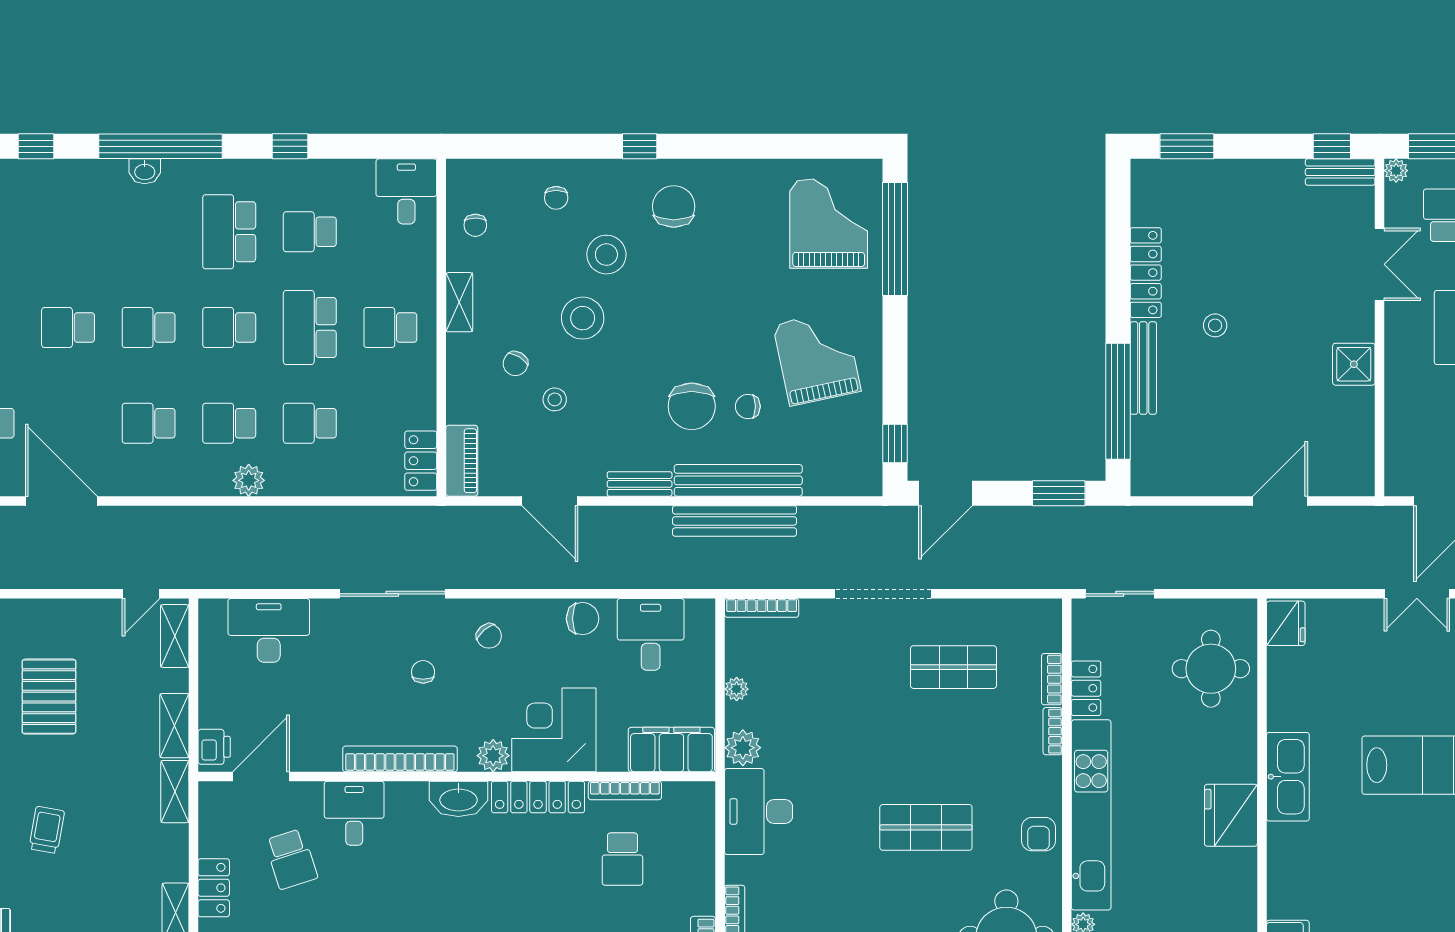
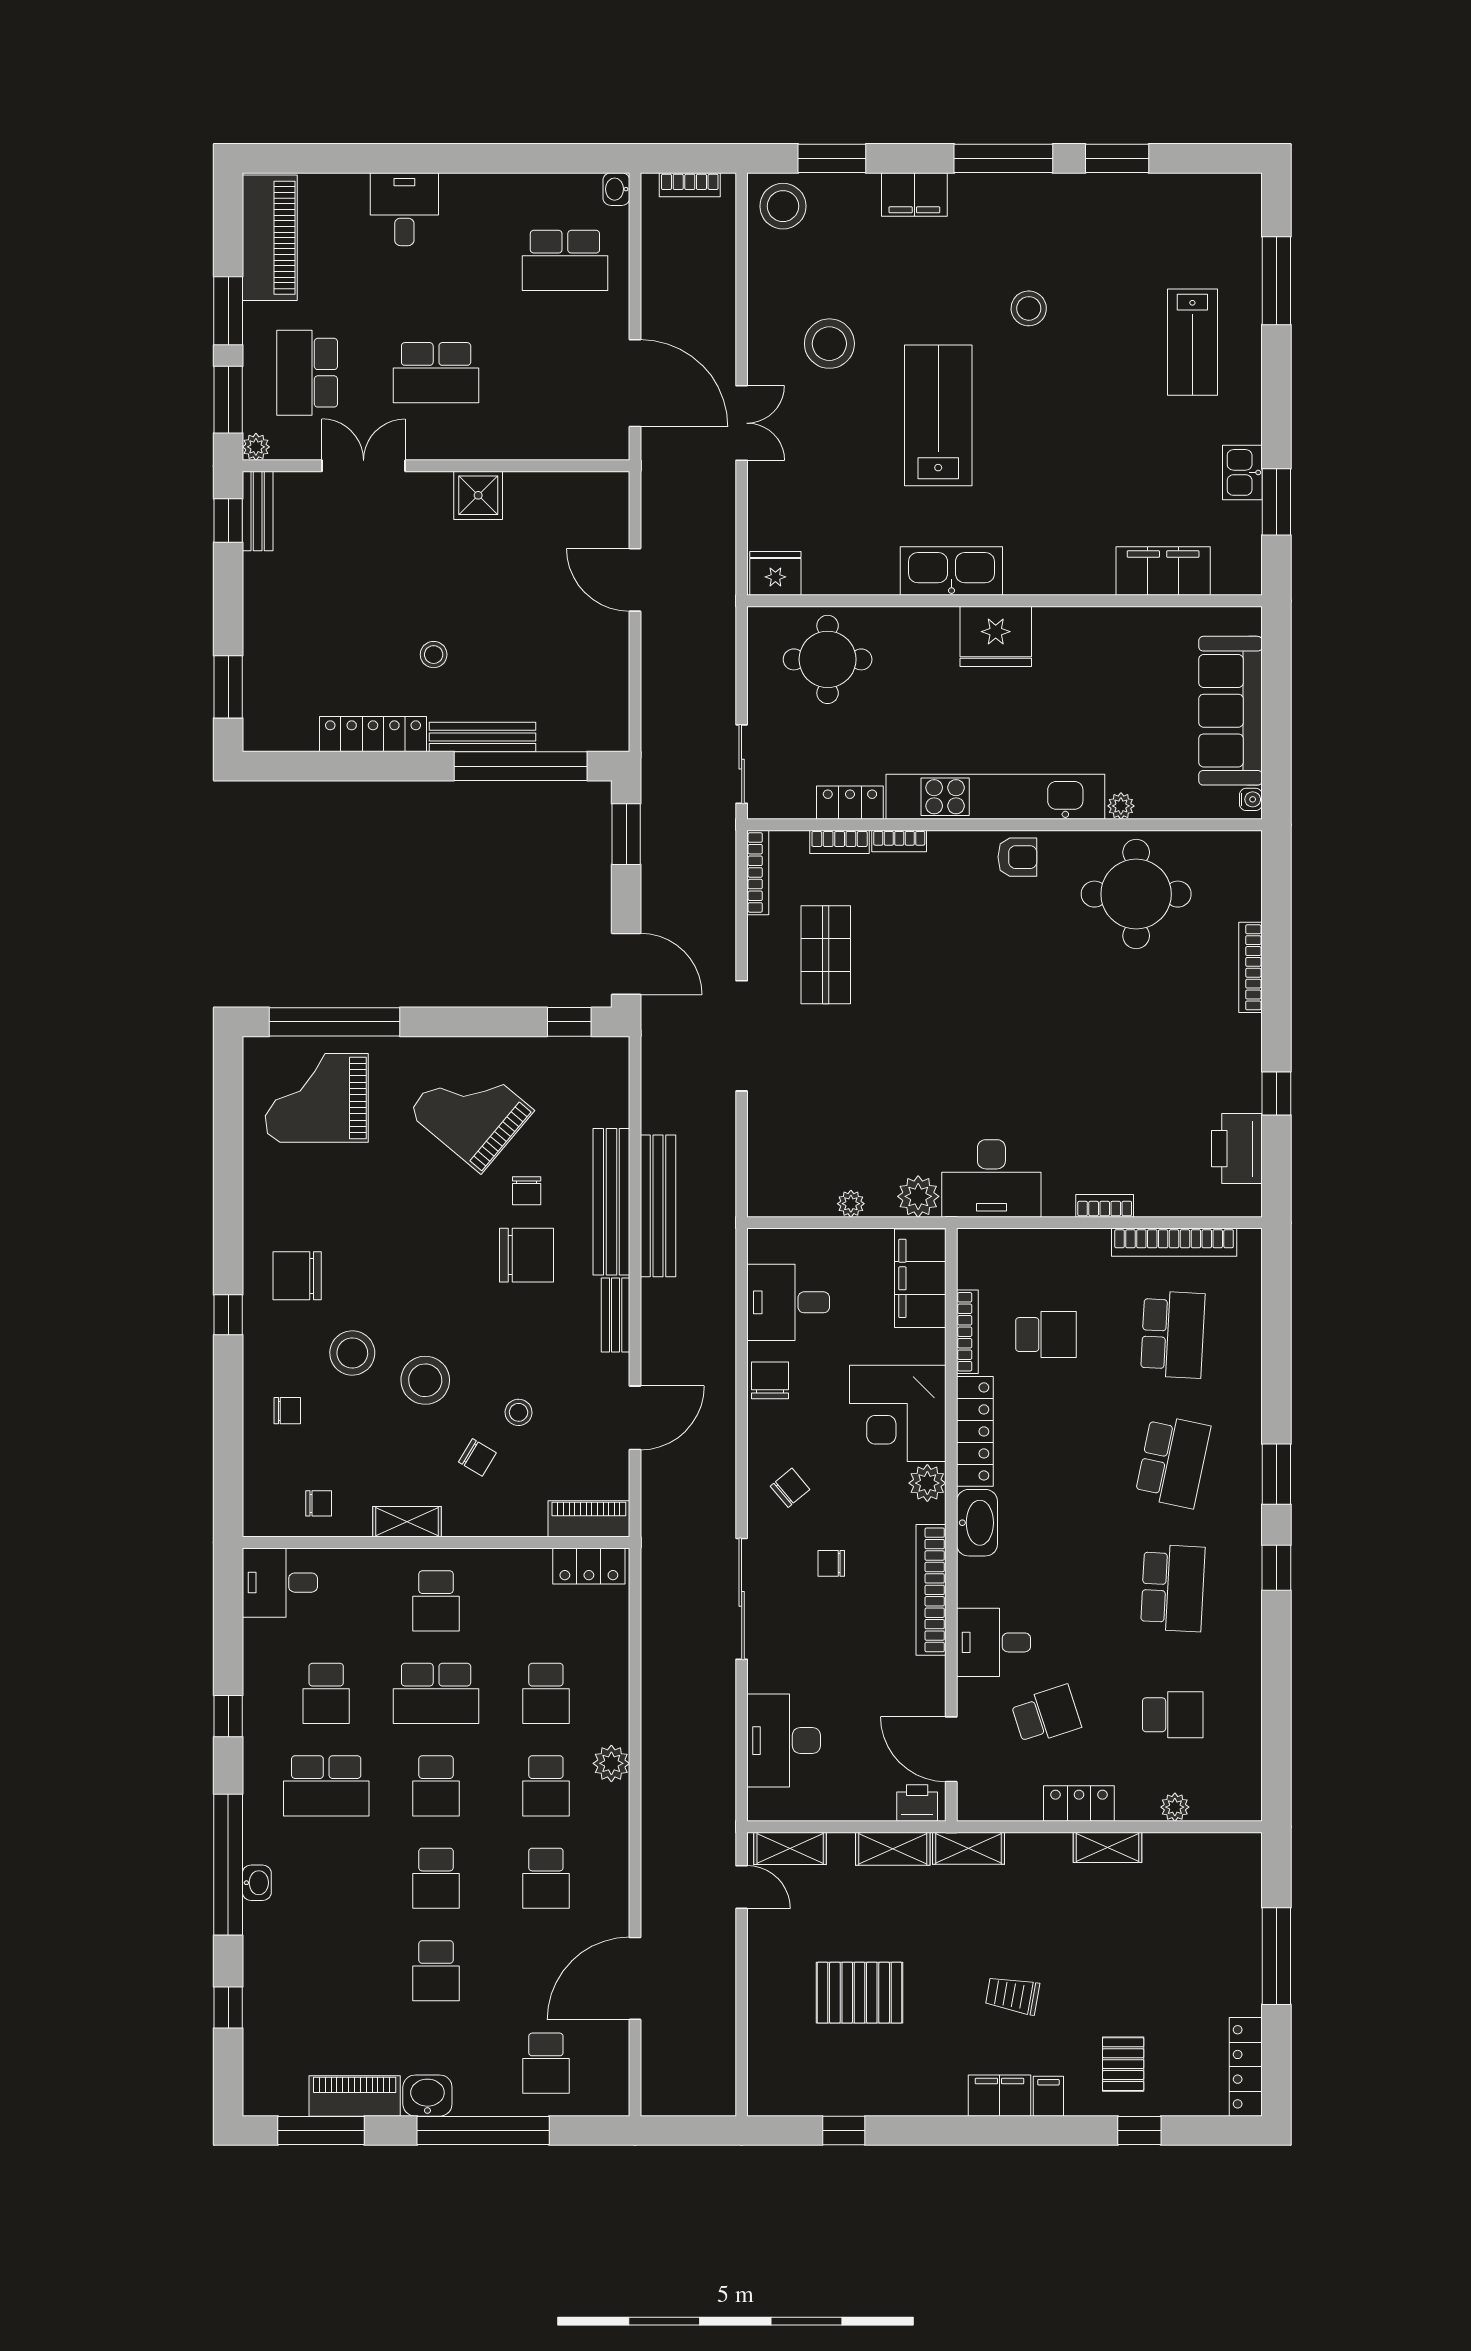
grand piano: (817, 358) -> (471, 1111), turned 52
bookcase: (762, 608) -> (758, 872), moved
shop shelf: (926, 827) -> (1010, 986), removed

